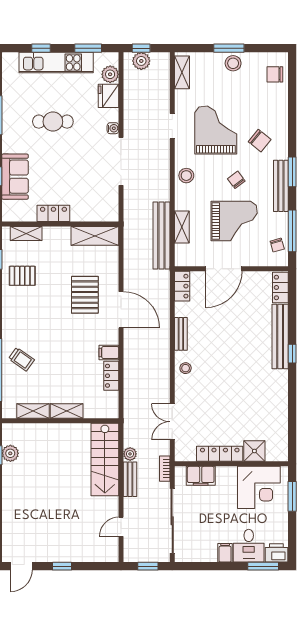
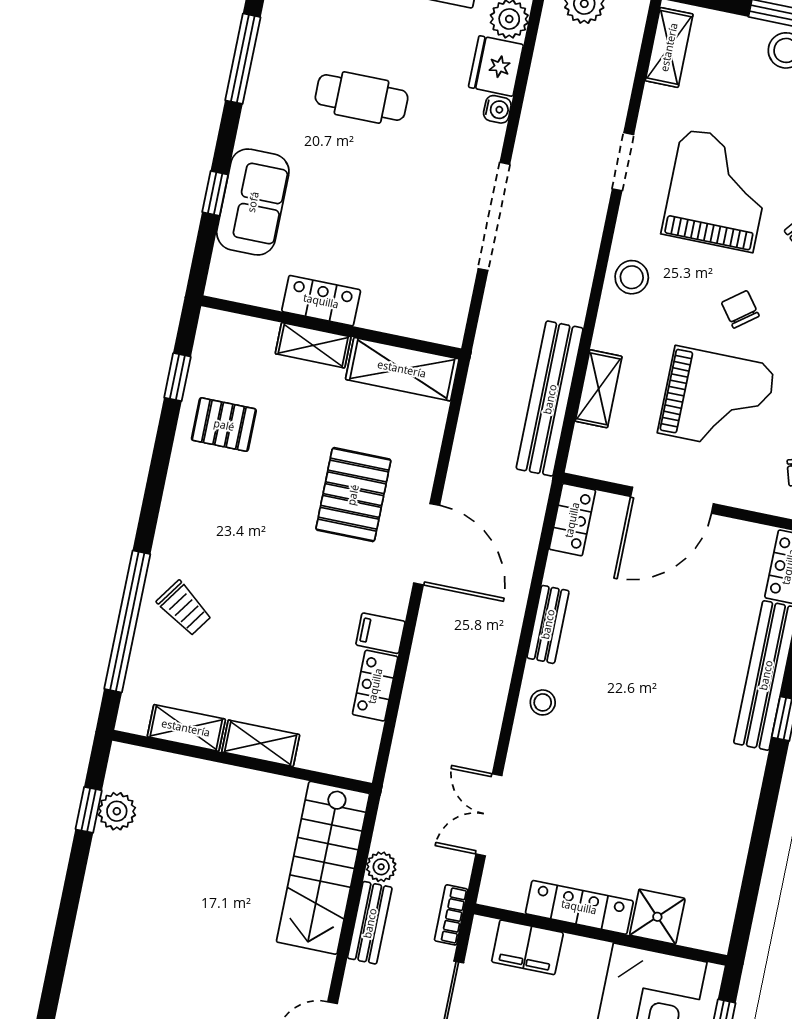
water cooler: (113, 128) -> (497, 109), moved
shelving: (26, 233) -> (313, 345), moved

